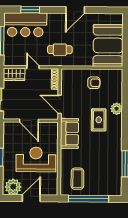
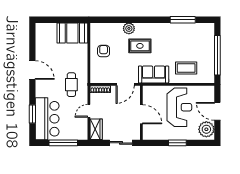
booth: (108, 45) -> (72, 33), width x0.73, depth x0.70
door: (29, 121) -> (141, 114), hinge flipped
reception desk: (36, 159) -> (179, 107), turned 180
coffee table: (77, 179) -> (186, 68), moved

